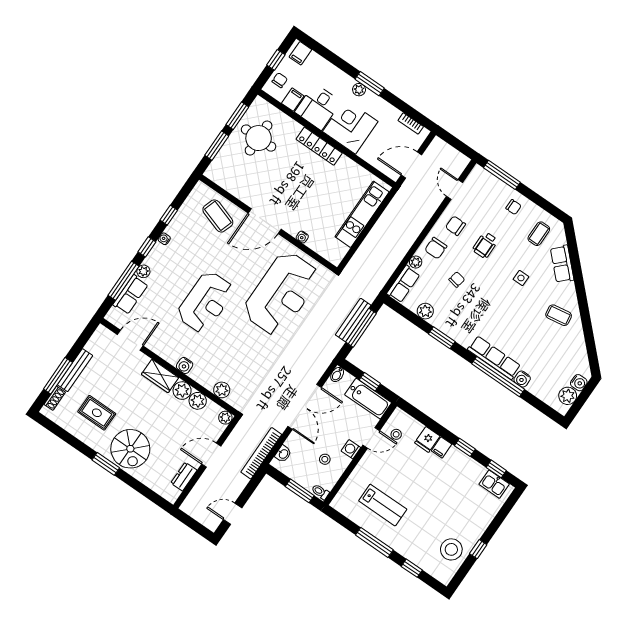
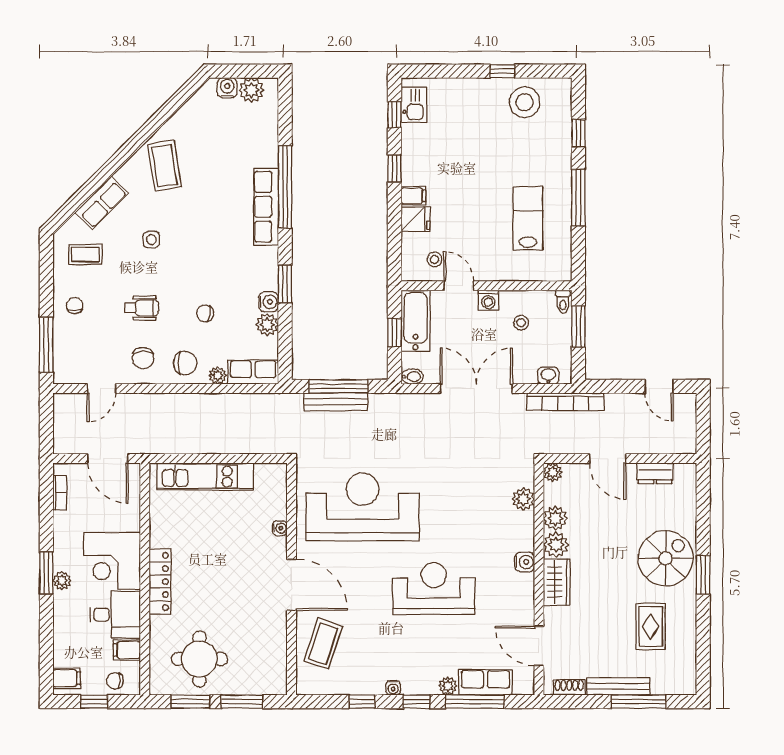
coffee table: (559, 315) -> (164, 166), width x1.36, depth x1.30
water cooler: (522, 379) -> (268, 302), moved
shoe rack: (55, 398) -> (569, 687), moved

